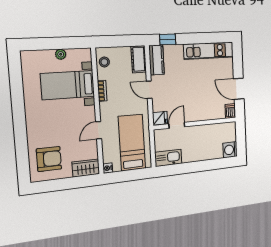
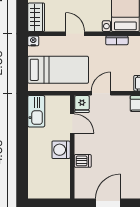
door: (149, 90) -> (101, 93), moved
dishwasher: (230, 111) -> (83, 161), moved
washing machine: (230, 150) -> (61, 150), moved, turned -90

